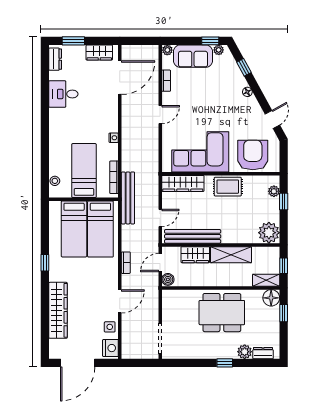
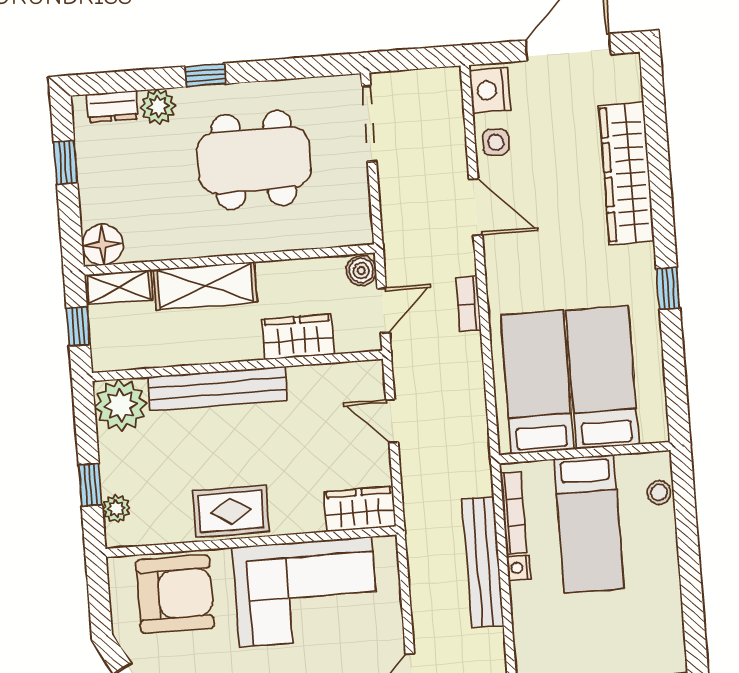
nightstand: (114, 138) -> (519, 568), moved
armchair: (253, 155) -> (175, 594), turned -90
wardrobe: (183, 183) -> (360, 509), width x0.67
bench: (128, 198) -> (483, 562), moved
door: (160, 218) -> (392, 421), hinge flipped
bench: (193, 236) -> (218, 389), moved
shelving: (231, 255) -> (205, 286), moved
door: (120, 301) -> (476, 207), swing flipped
dining table: (222, 313) -> (254, 160), moved
window: (284, 313) -> (65, 162), moved

